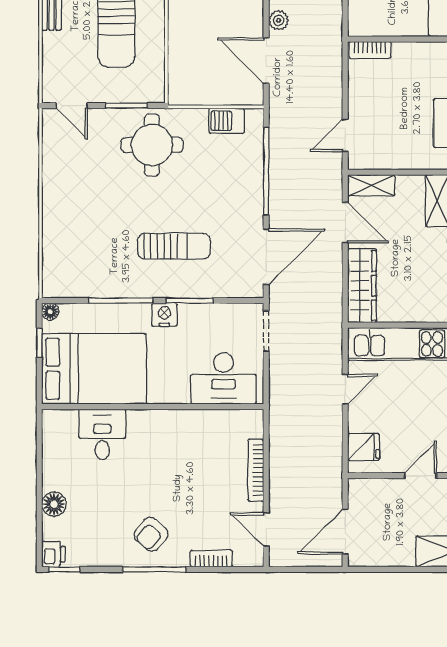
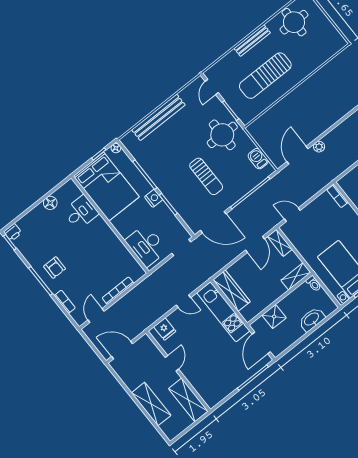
bench: (55, 216) -> (158, 117), added
sun lounger: (174, 246) -> (206, 176), moved
wardrobe: (362, 286) -> (232, 291), moved, turned -90
door: (420, 476) -> (172, 363), hinge flipped
floor lamp: (54, 504) -> (50, 203), moved
armchair: (151, 534) -> (55, 268), turned -131

